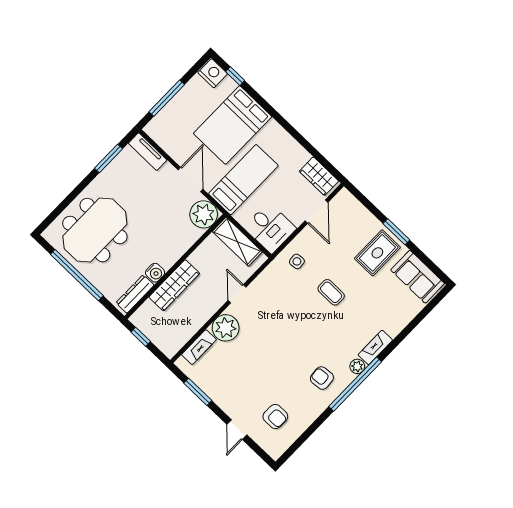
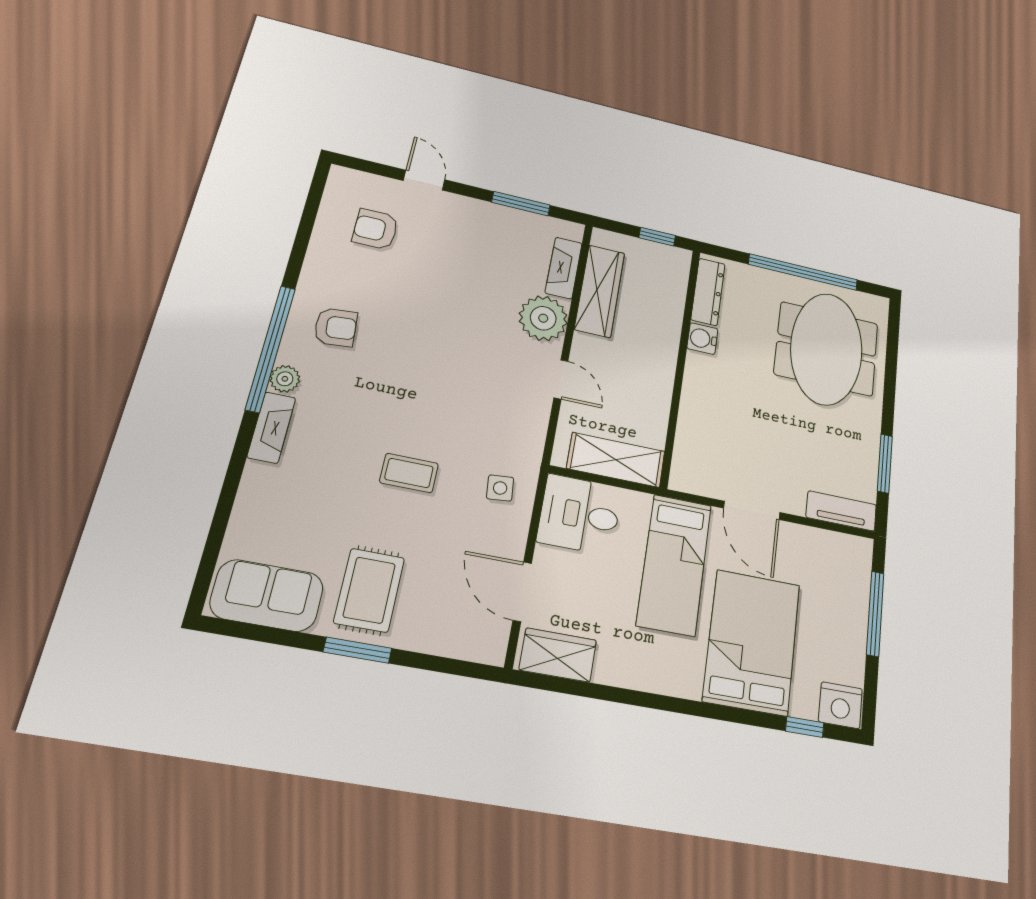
plant: (204, 214) -> (695, 469), removed
wardrobe: (174, 285) -> (600, 291), moved, turned 180

